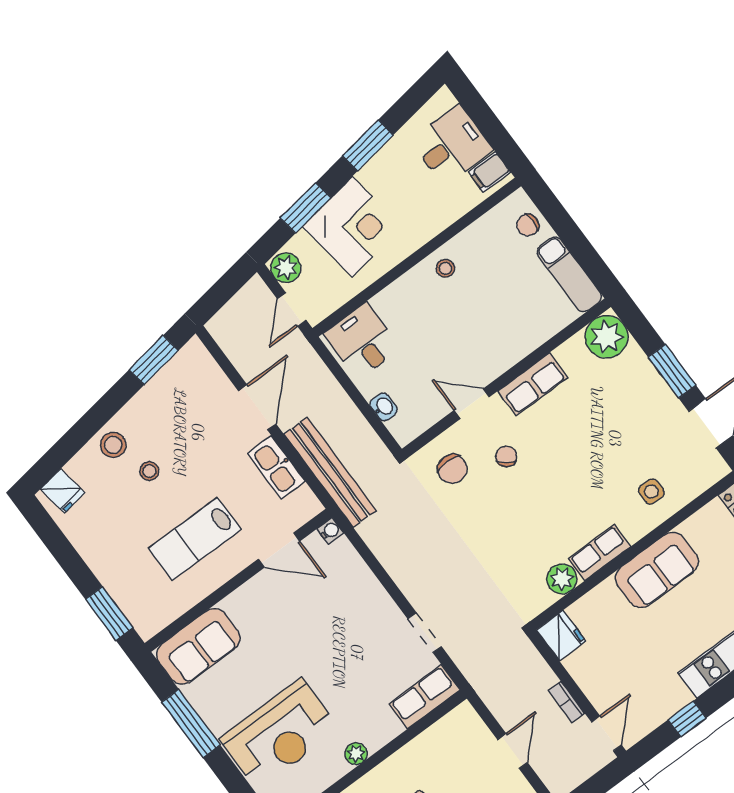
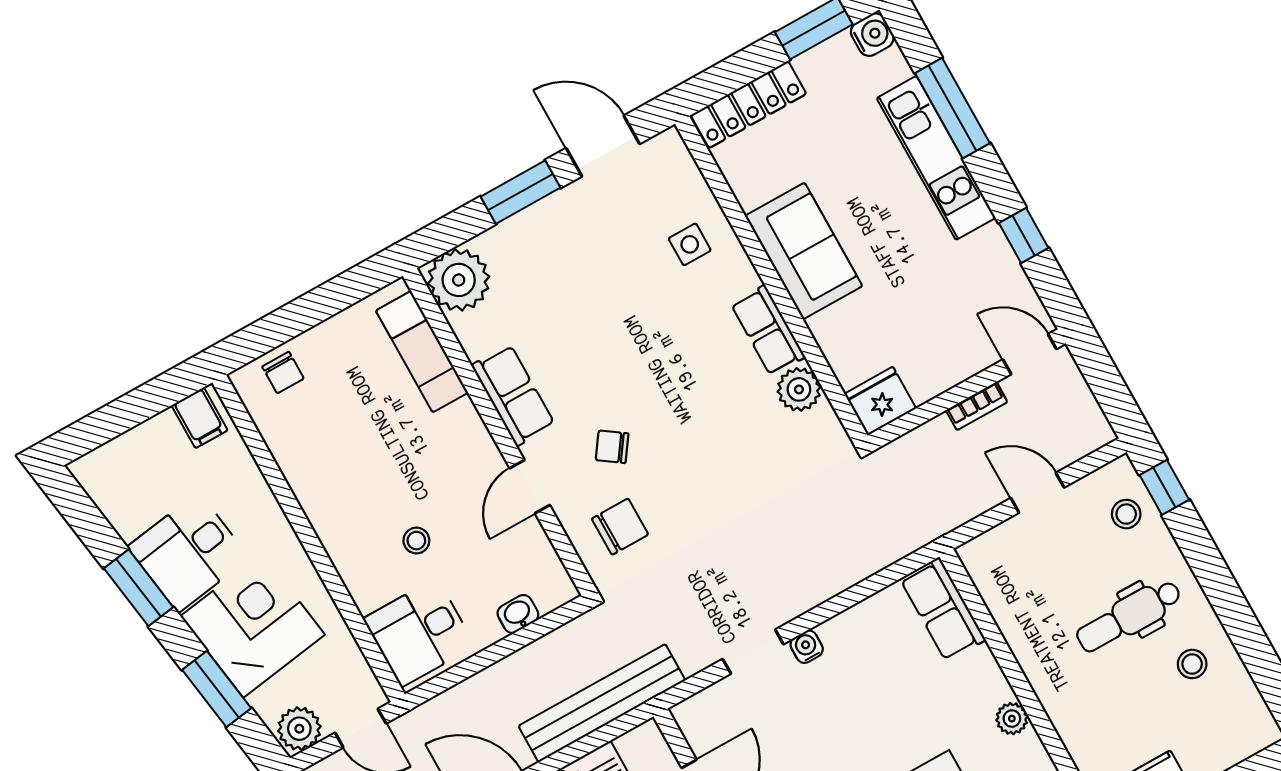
desk: (452, 145) -> (188, 552), moved, turned -98
stool: (445, 268) -> (416, 541), moved
exam couch: (569, 274) -> (422, 352), moved, turned 90
water cooler: (330, 531) -> (807, 647), moved
doorway: (425, 633) -> (753, 652), moved

